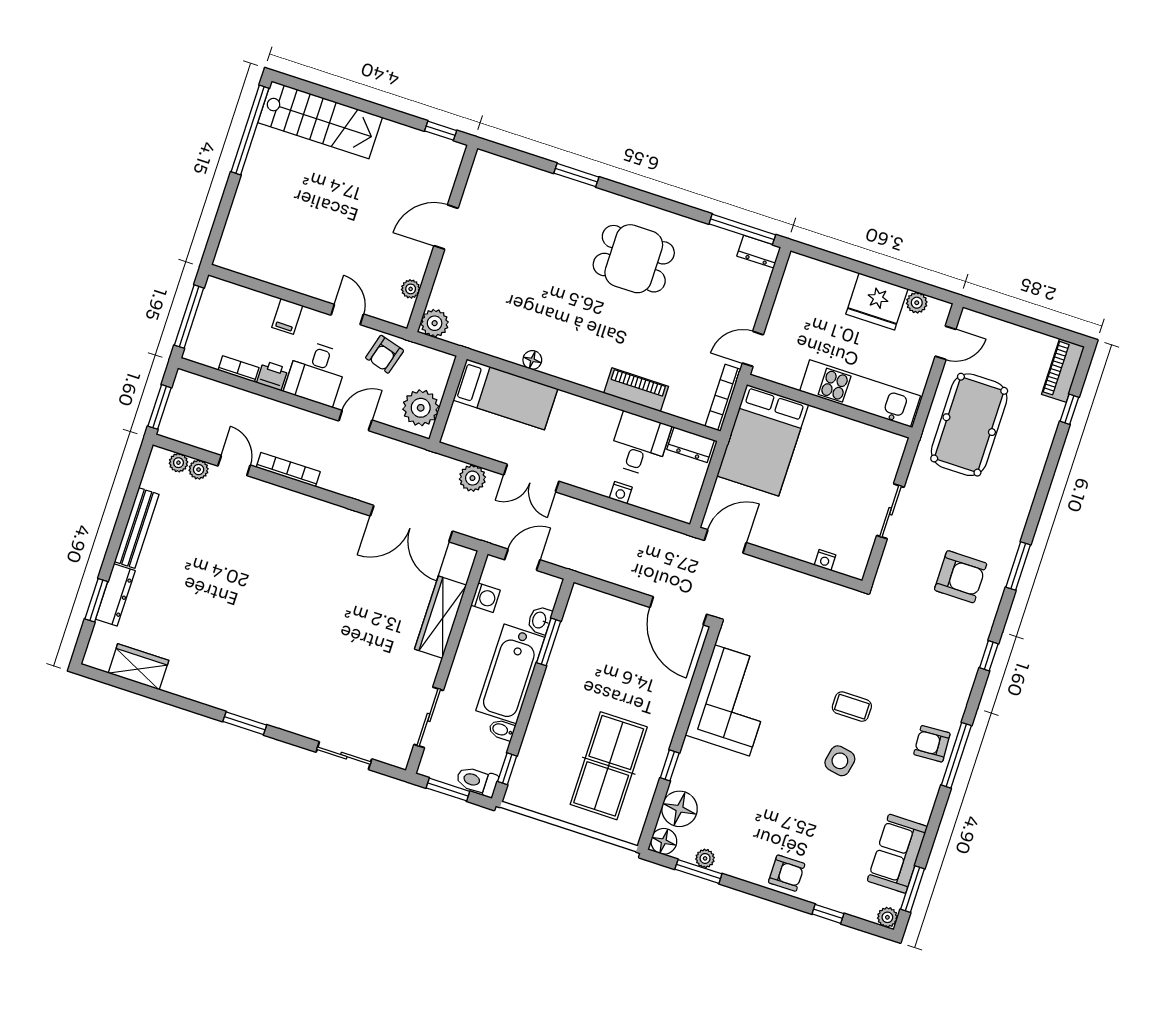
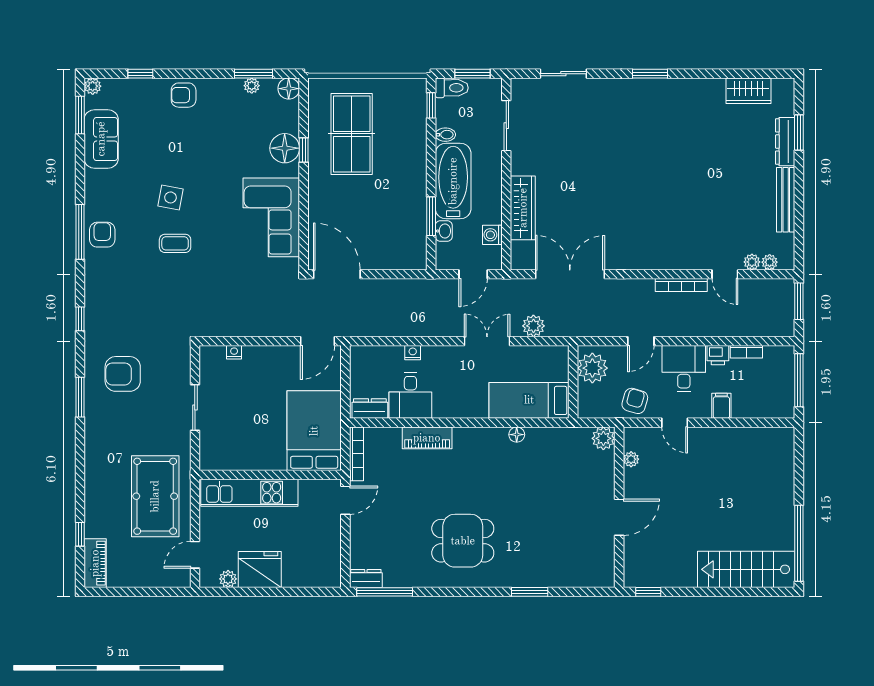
armchair: (932, 744) -> (102, 235), turned -87
floor lamp: (680, 809) -> (285, 148), moved

